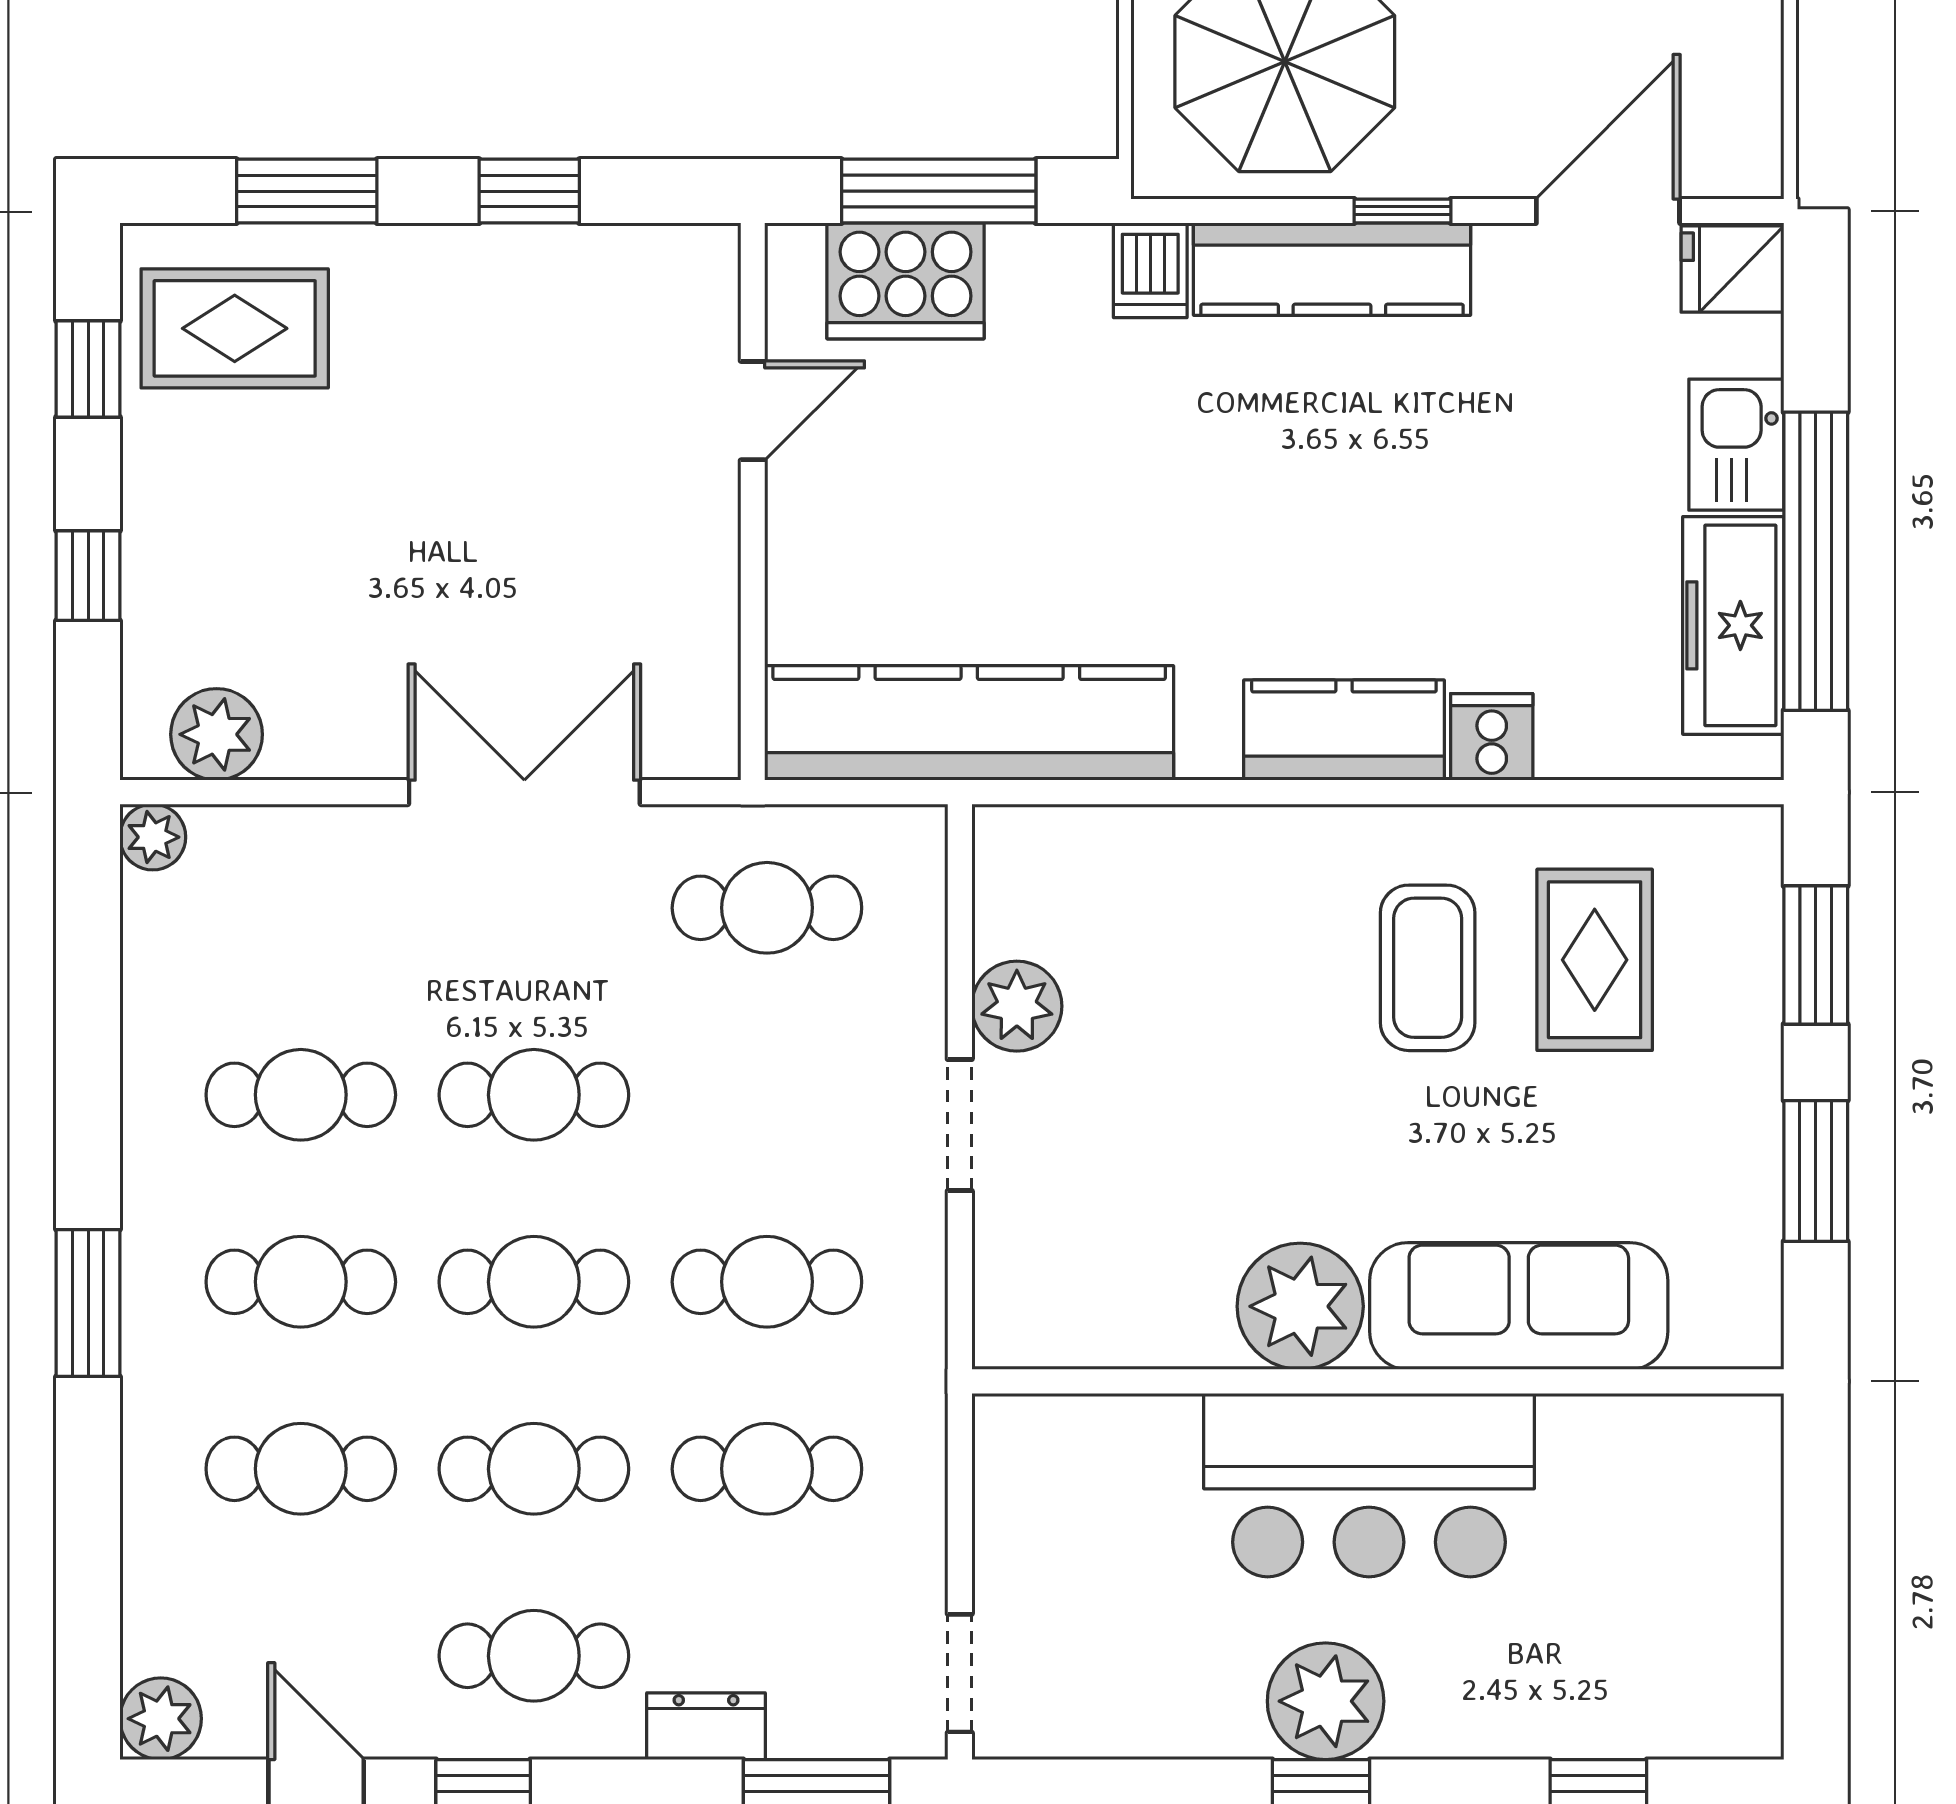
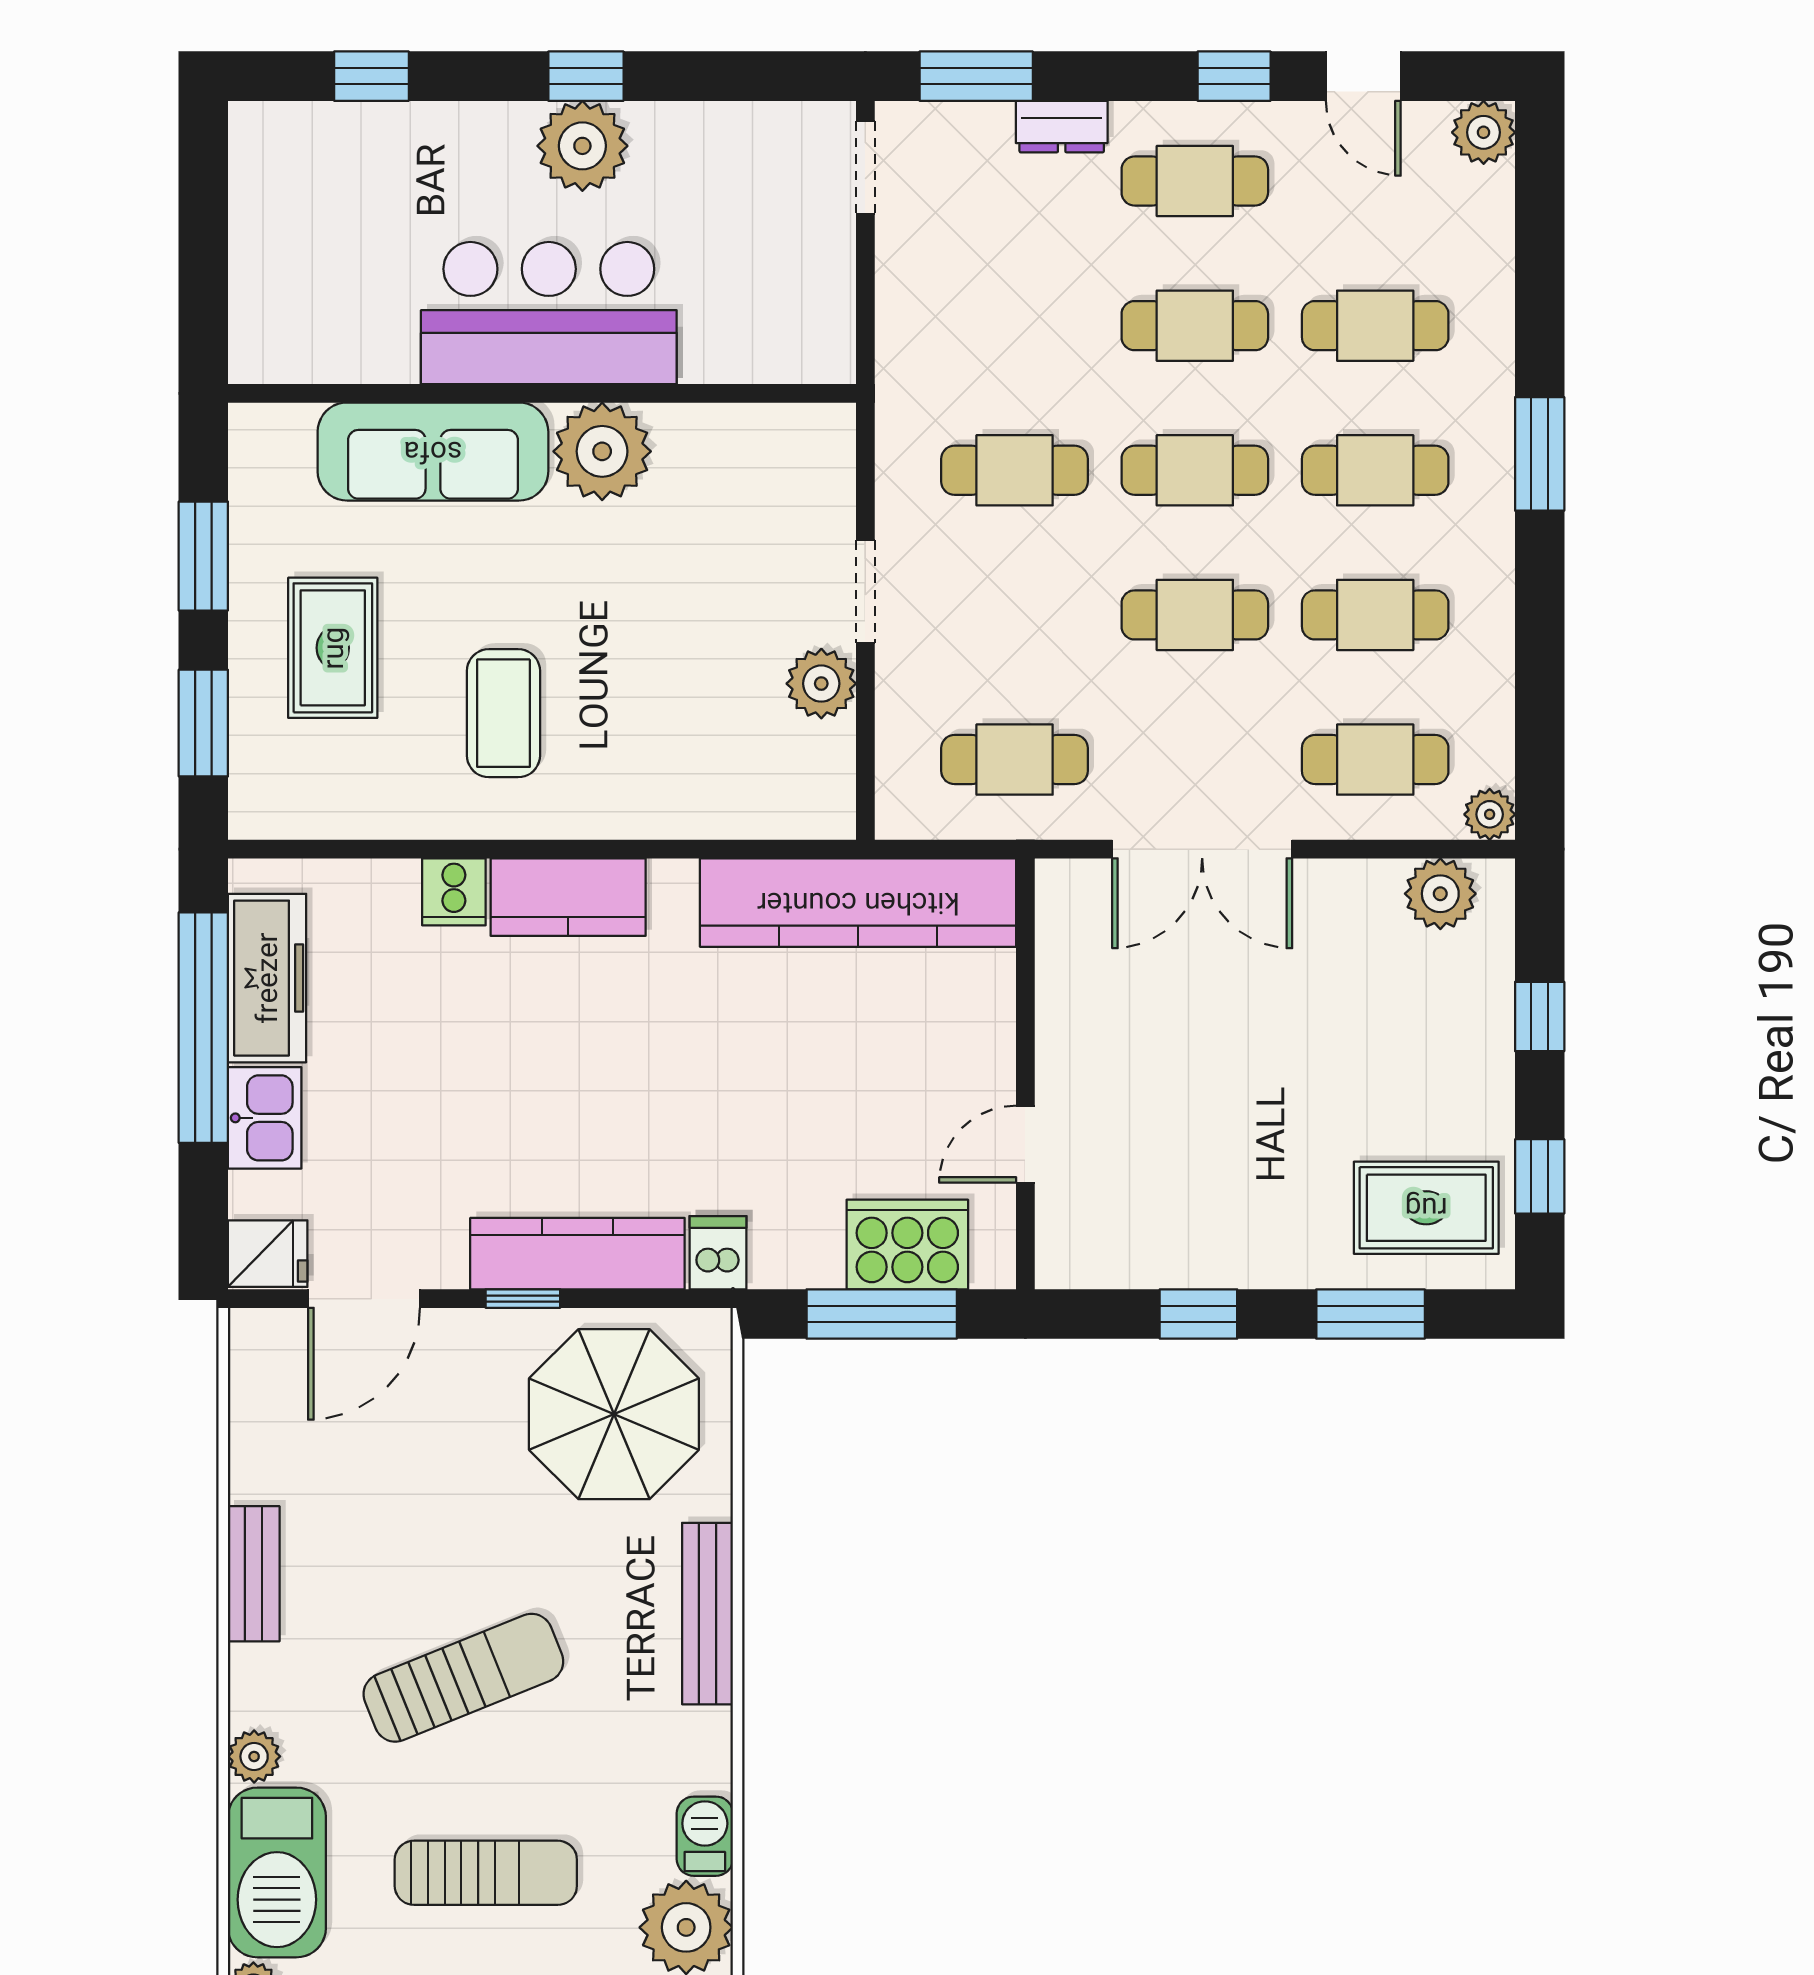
rug: (1595, 960) -> (333, 648), moved
cafe table: (767, 1469) -> (1375, 760), moved

